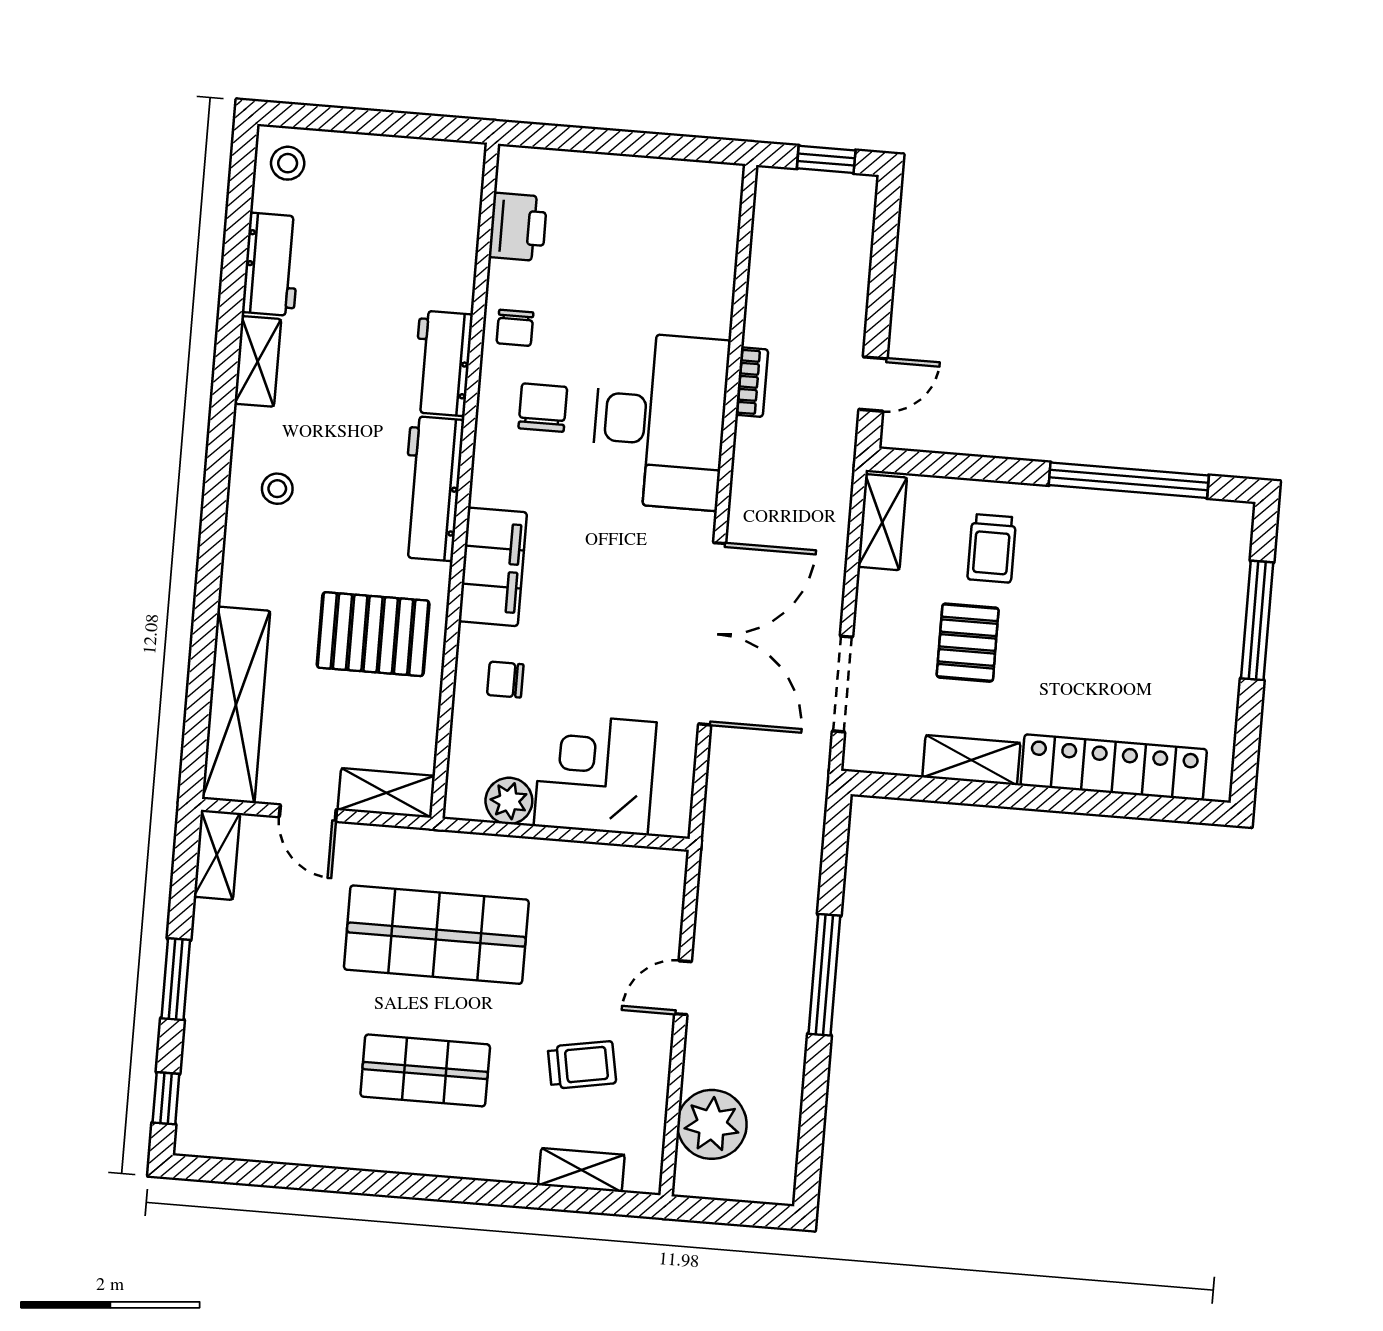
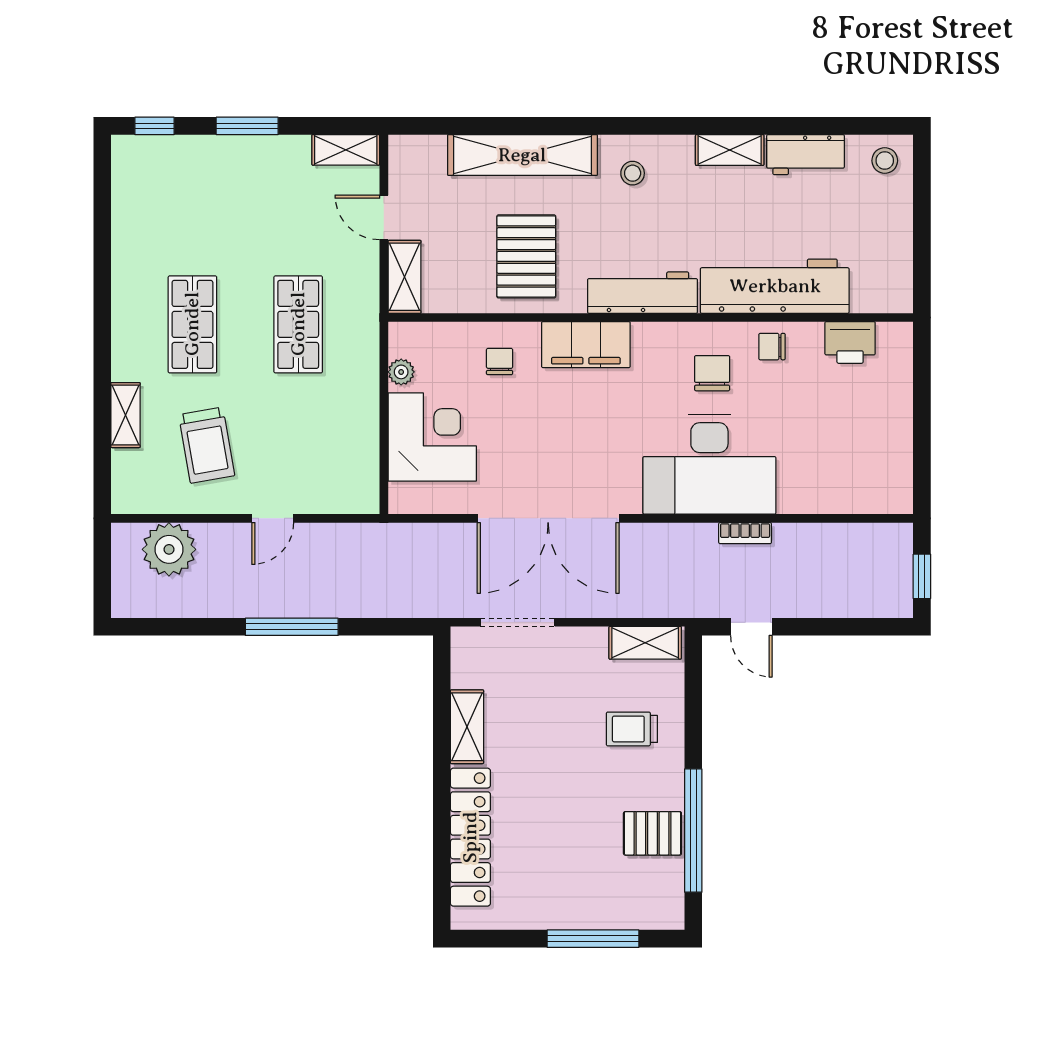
workbench: (442, 363) -> (775, 286), width x1.88, depth x1.32
chair: (543, 408) -> (712, 373), turned -90
pallet: (968, 643) -> (652, 833), moved
shelving: (236, 705) -> (522, 155), moved
plant: (509, 801) -> (401, 372), width x0.73, depth x0.73
door: (308, 813) -> (384, 217), hinge flipped
shop shelf: (436, 935) -> (298, 324), width x0.70, depth x0.74
door: (683, 988) -> (273, 518), swing flipped
trolley: (582, 1065) -> (207, 445), width x1.36, depth x1.39
shelving: (581, 1170) -> (125, 415), moved

